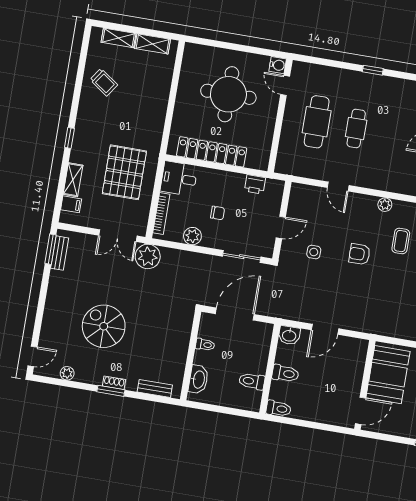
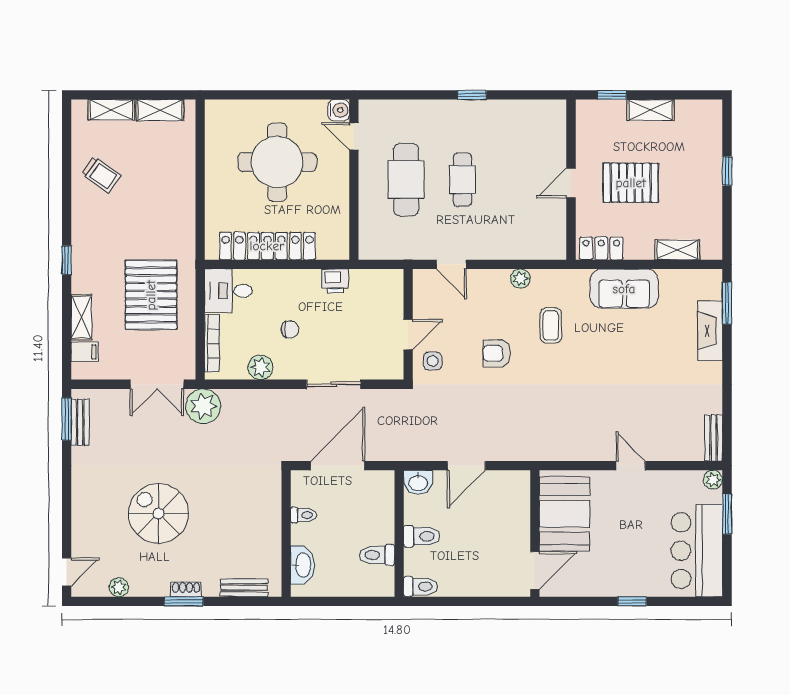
wall: (282, 220) -> (408, 324), moved
door: (281, 227) -> (408, 335), moved

